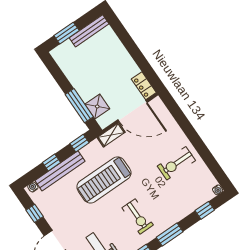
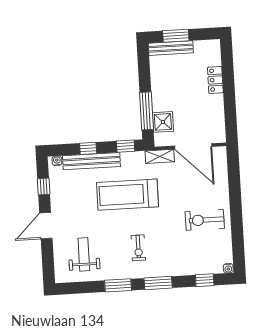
bench: (89, 31) -> (171, 48), moved
locker: (144, 86) -> (215, 80), moved
exercise bike: (138, 216) -> (138, 248), width x0.73, depth x0.72

